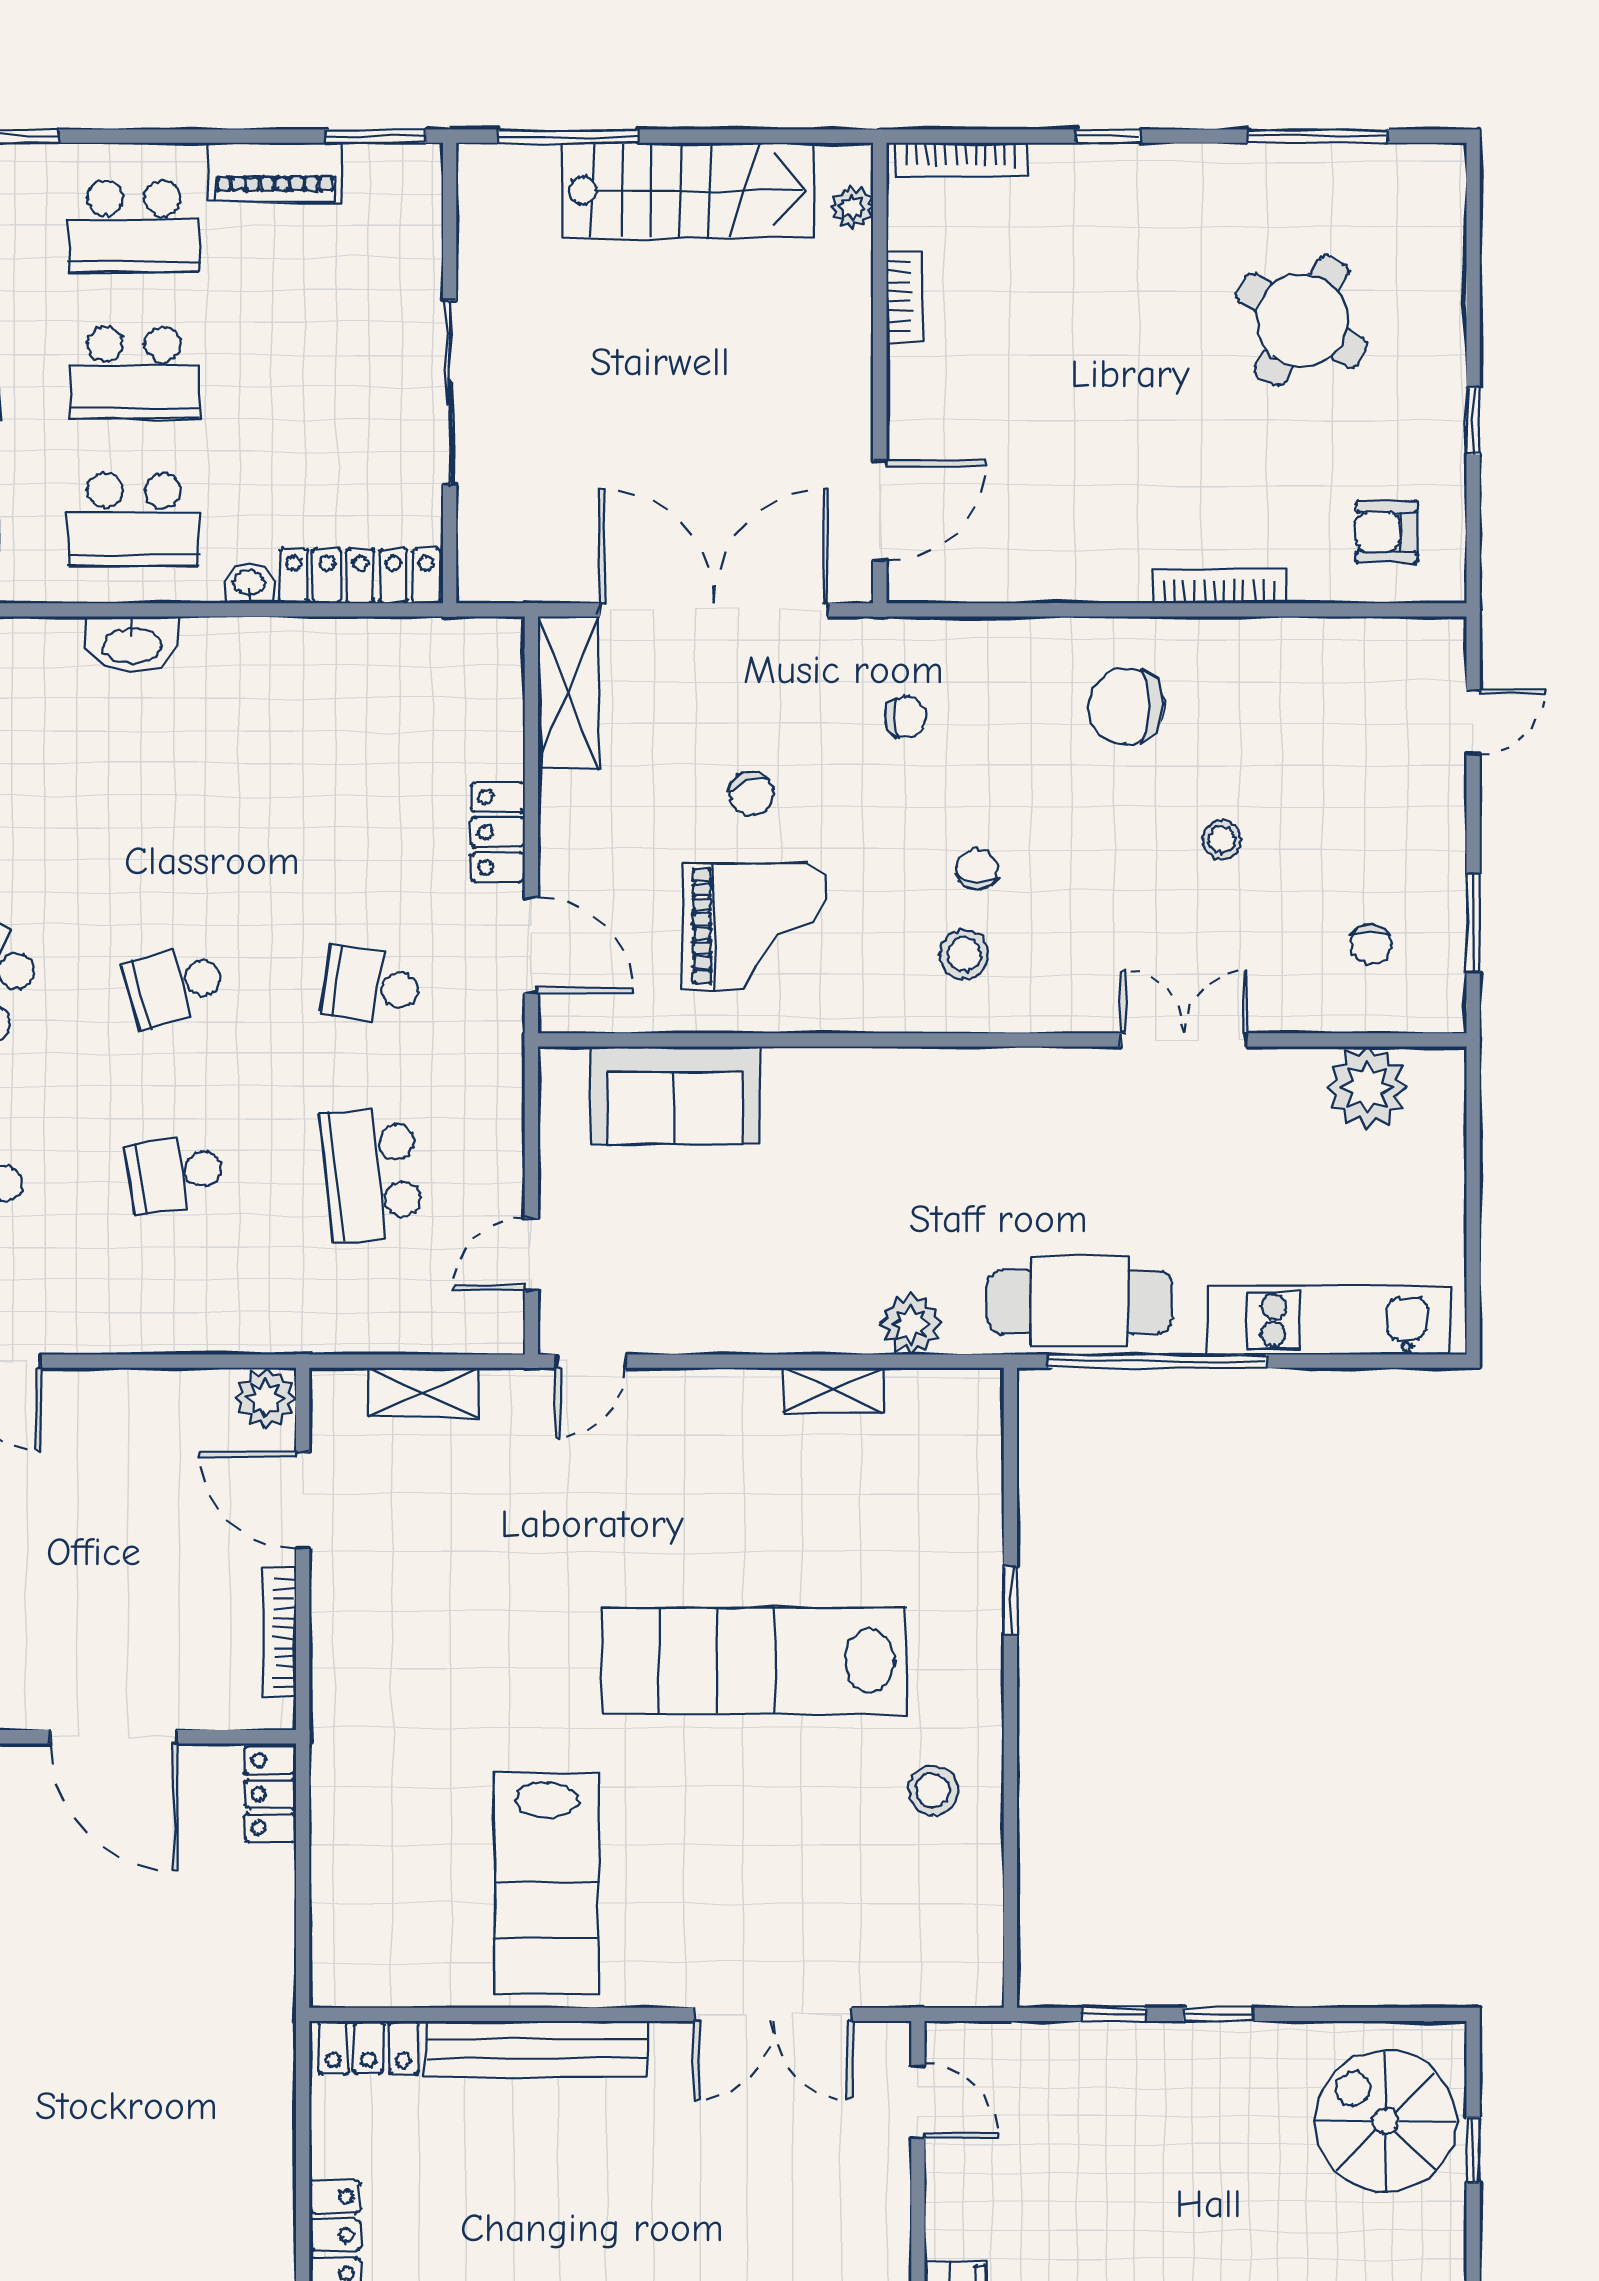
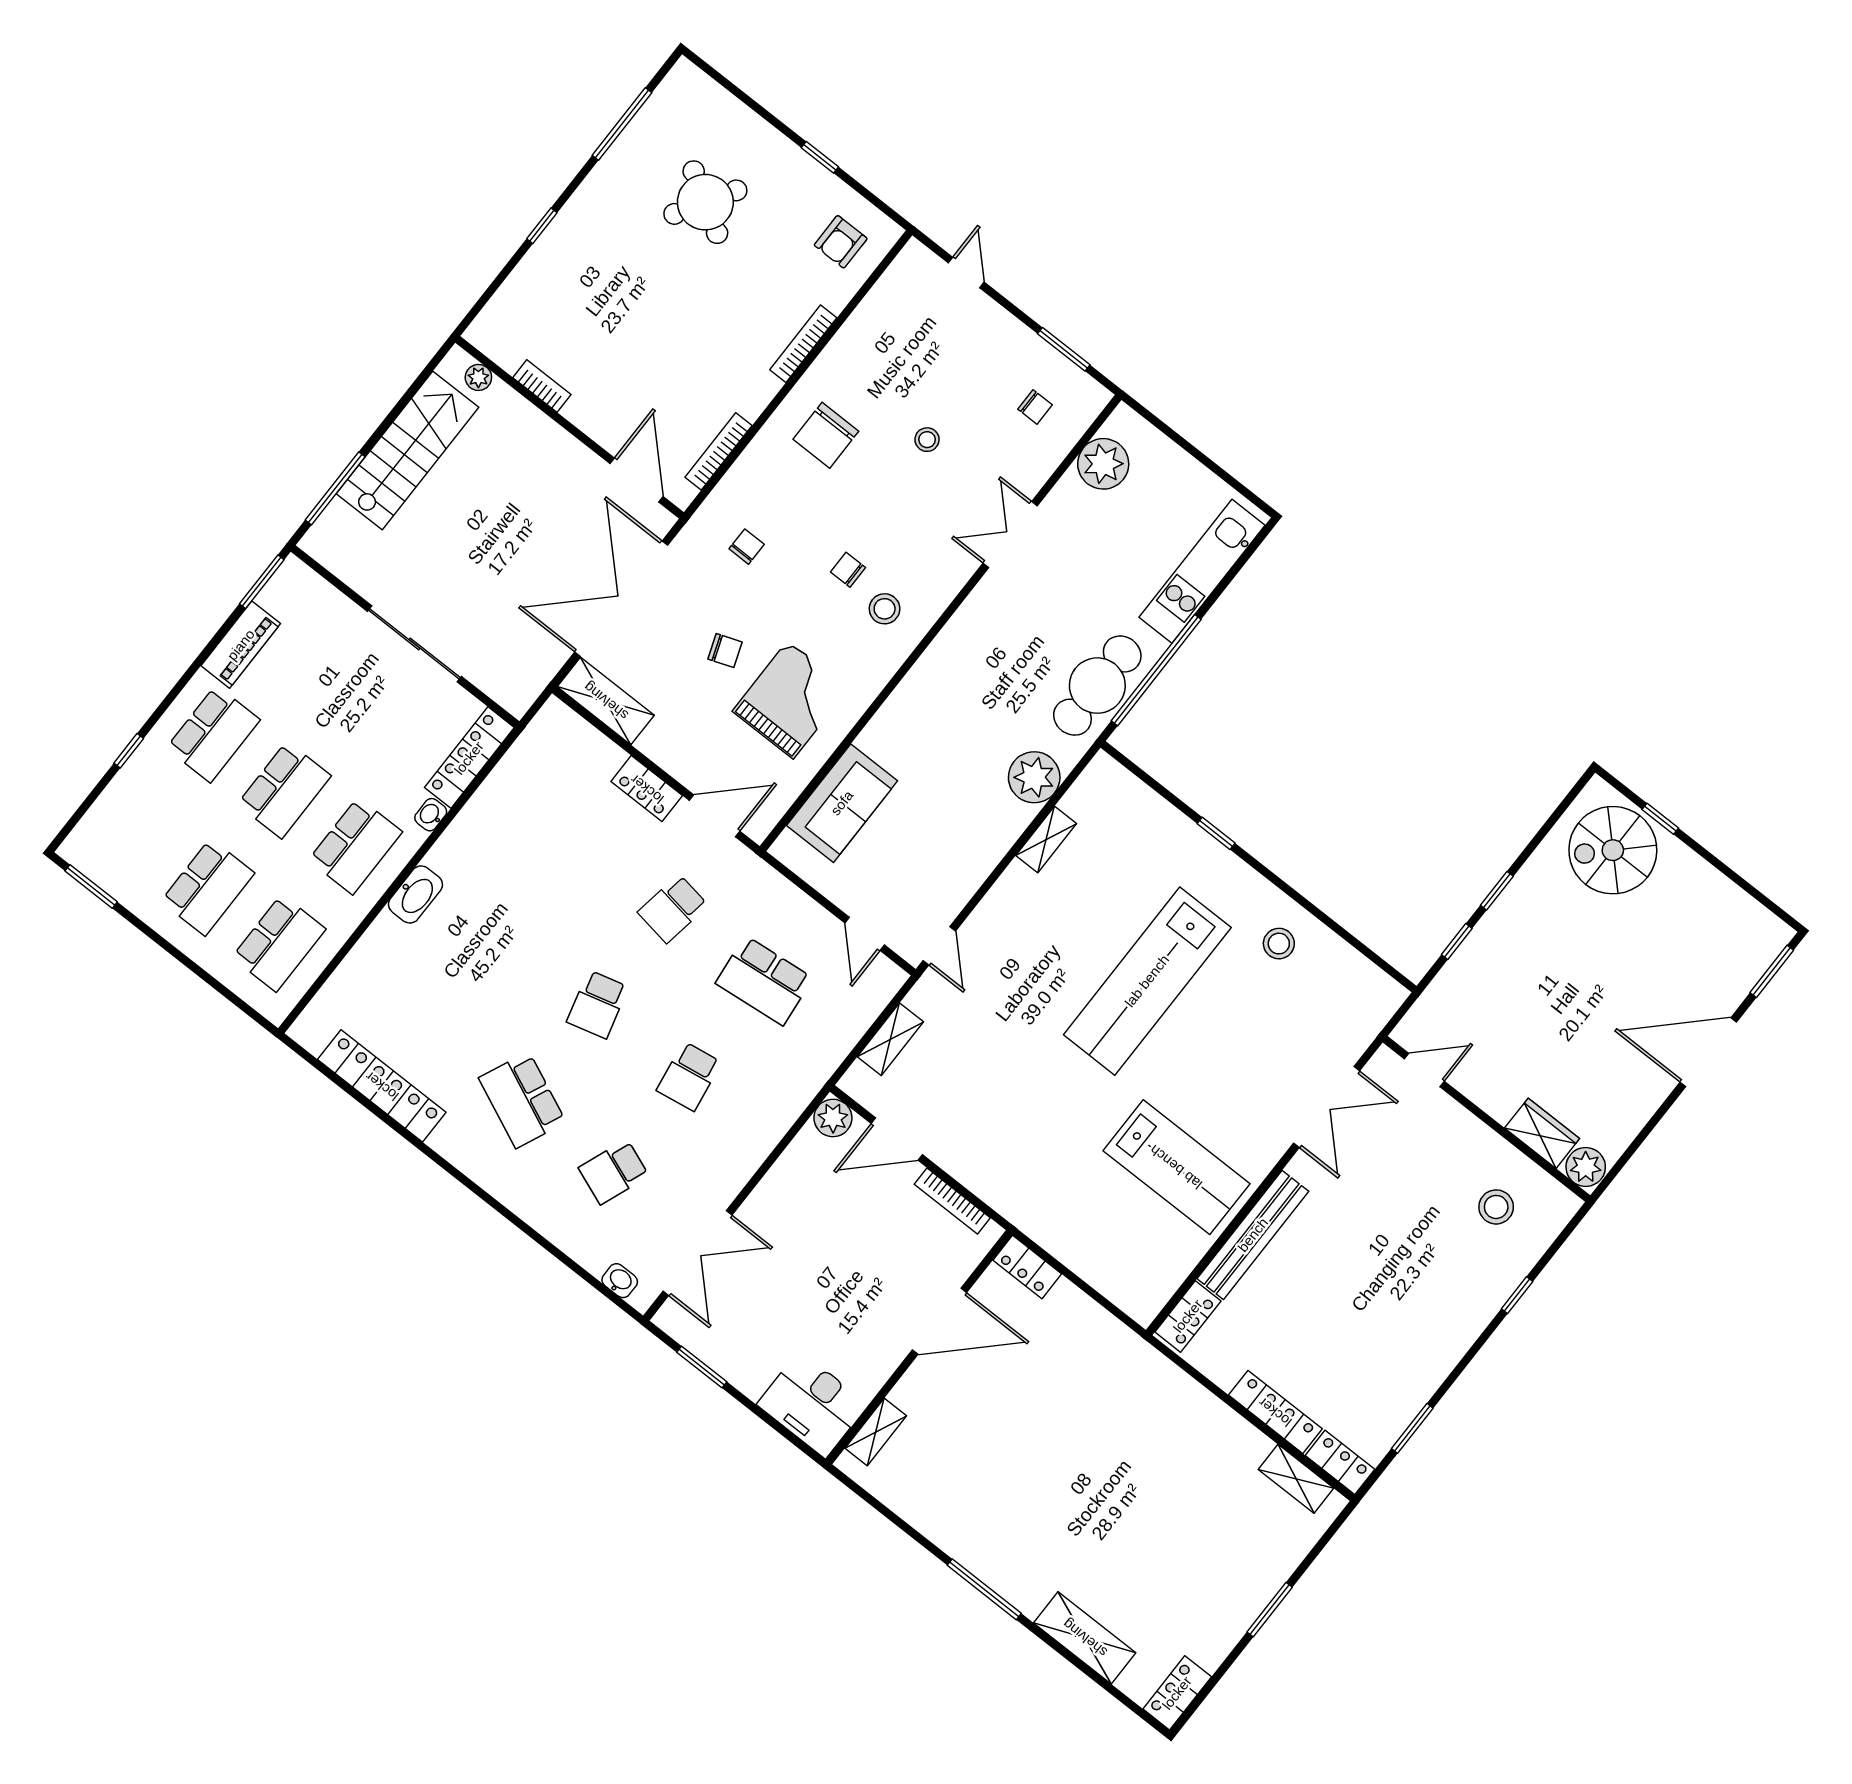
bookcase: (961, 160) -> (719, 451), moved, turned 180
plant: (911, 1324) -> (1034, 777), width x1.36, depth x1.36

